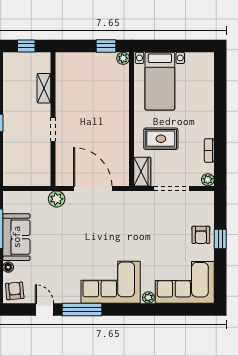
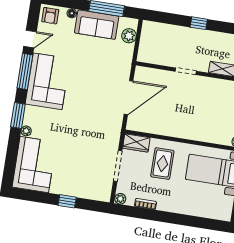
plant: (57, 199) -> (129, 36), moved
armchair: (201, 235) -> (73, 185), removed
corner sofa: (111, 282) -> (48, 81), moved
armchair: (15, 291) -> (50, 16), turned 95
window: (133, 309) -> (18, 115), added

